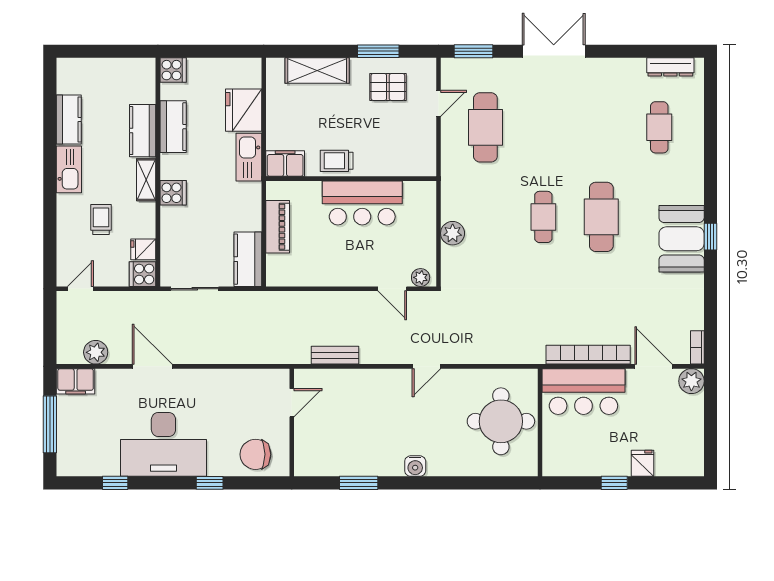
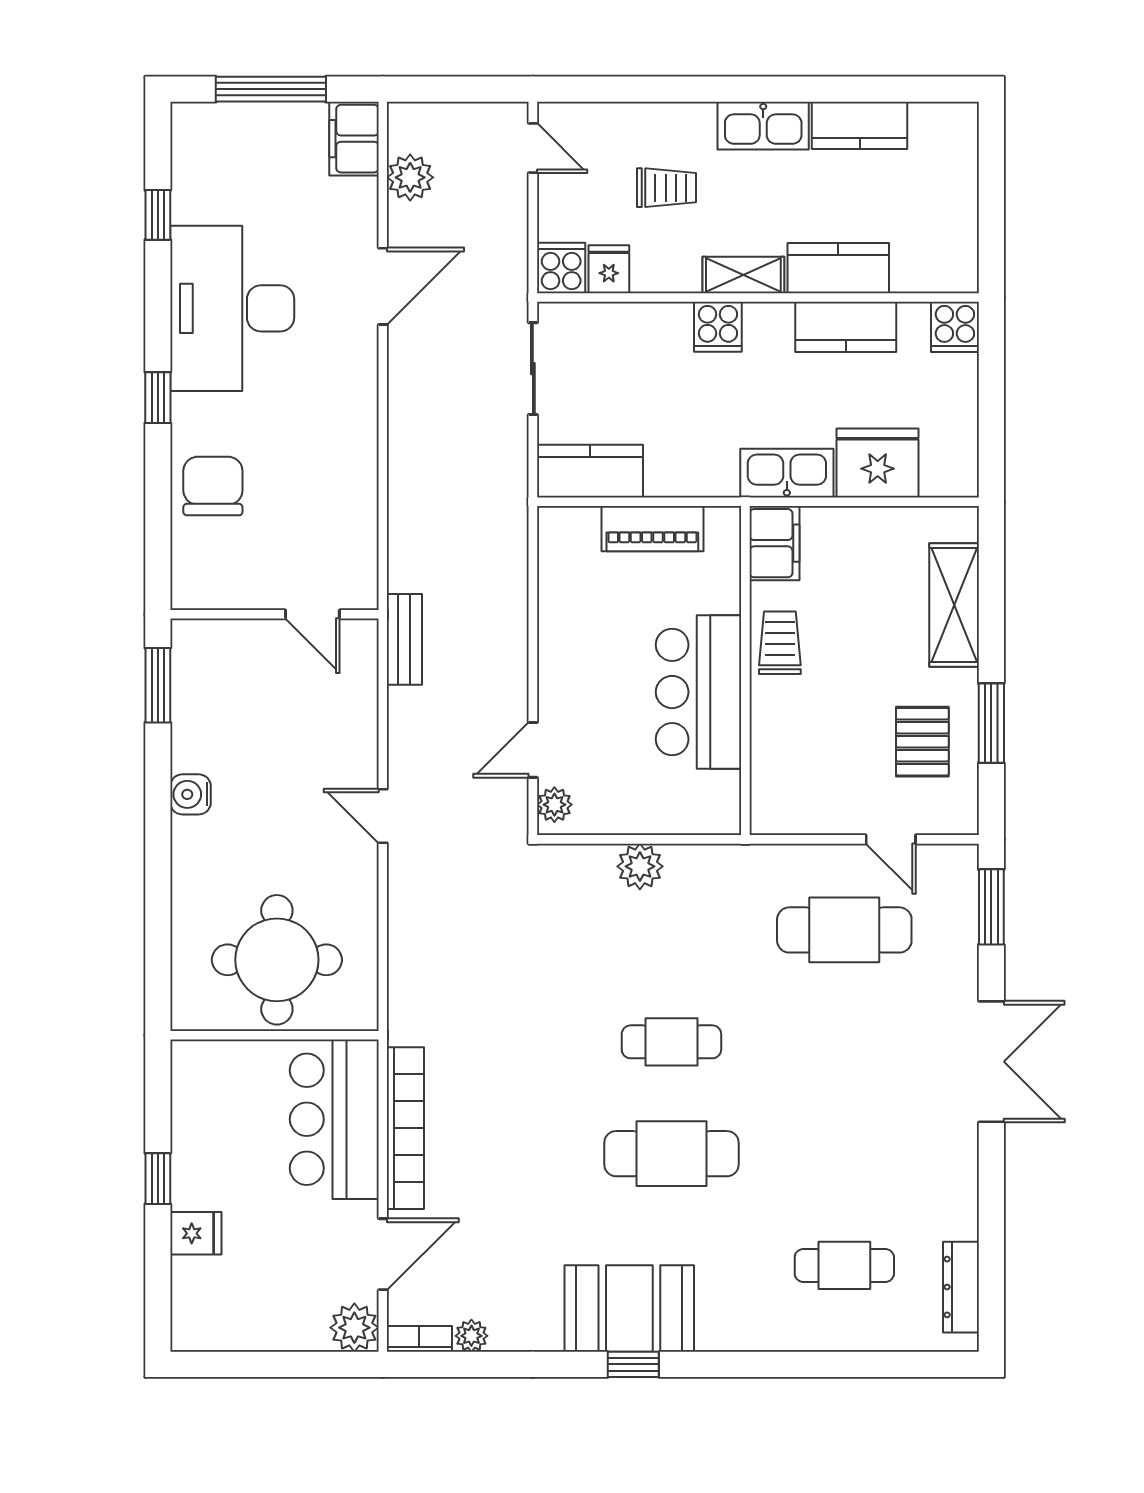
plant: (696, 321) -> (471, 1336), added
door: (292, 403) -> (312, 614), moved
wall: (292, 423) -> (274, 614), moved

